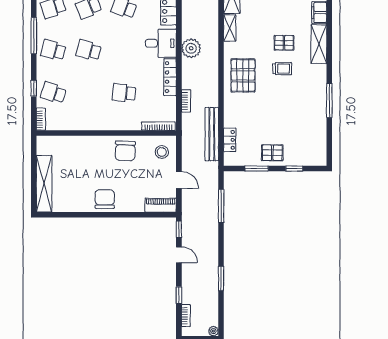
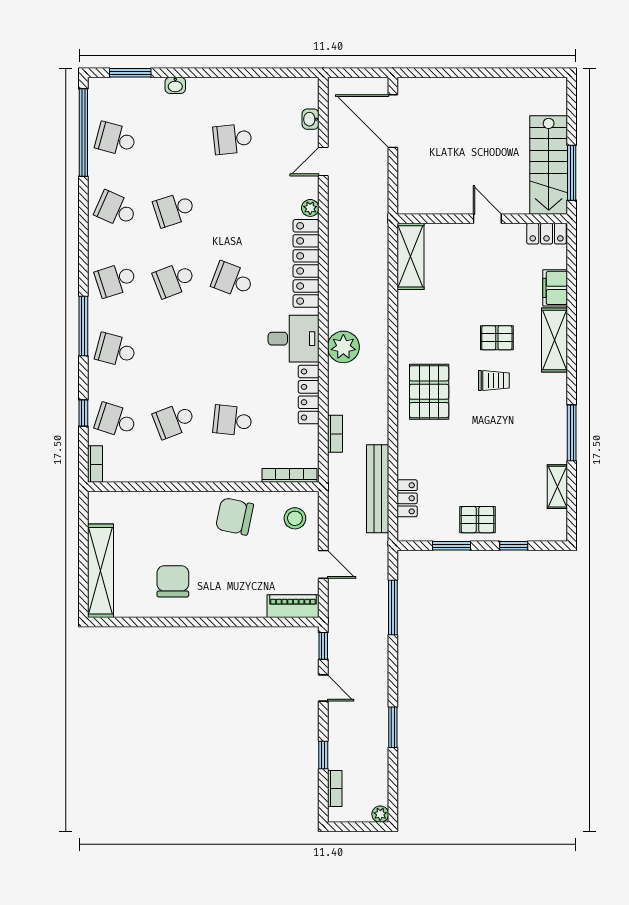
shelving: (230, 28) -> (557, 487), moved
school desk: (89, 50) -> (174, 420), moved, turned -36
chair: (125, 151) -> (235, 516), turned 100
chair: (105, 199) -> (173, 581), moved

